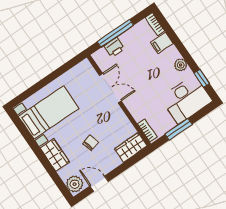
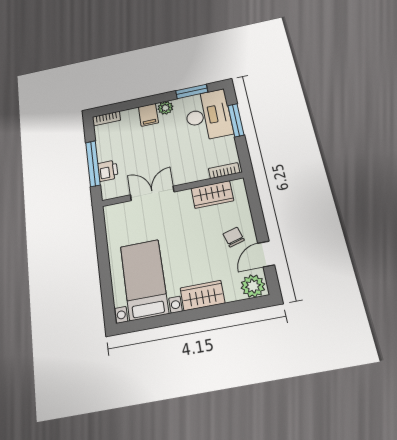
filing cabinet: (162, 43) -> (148, 115), moved
window: (202, 78) -> (192, 91), width x1.50
window: (178, 129) -> (236, 120), moved
chair: (91, 143) -> (234, 237), moved
wardrobe: (131, 147) -> (212, 194), moved, turned -90

